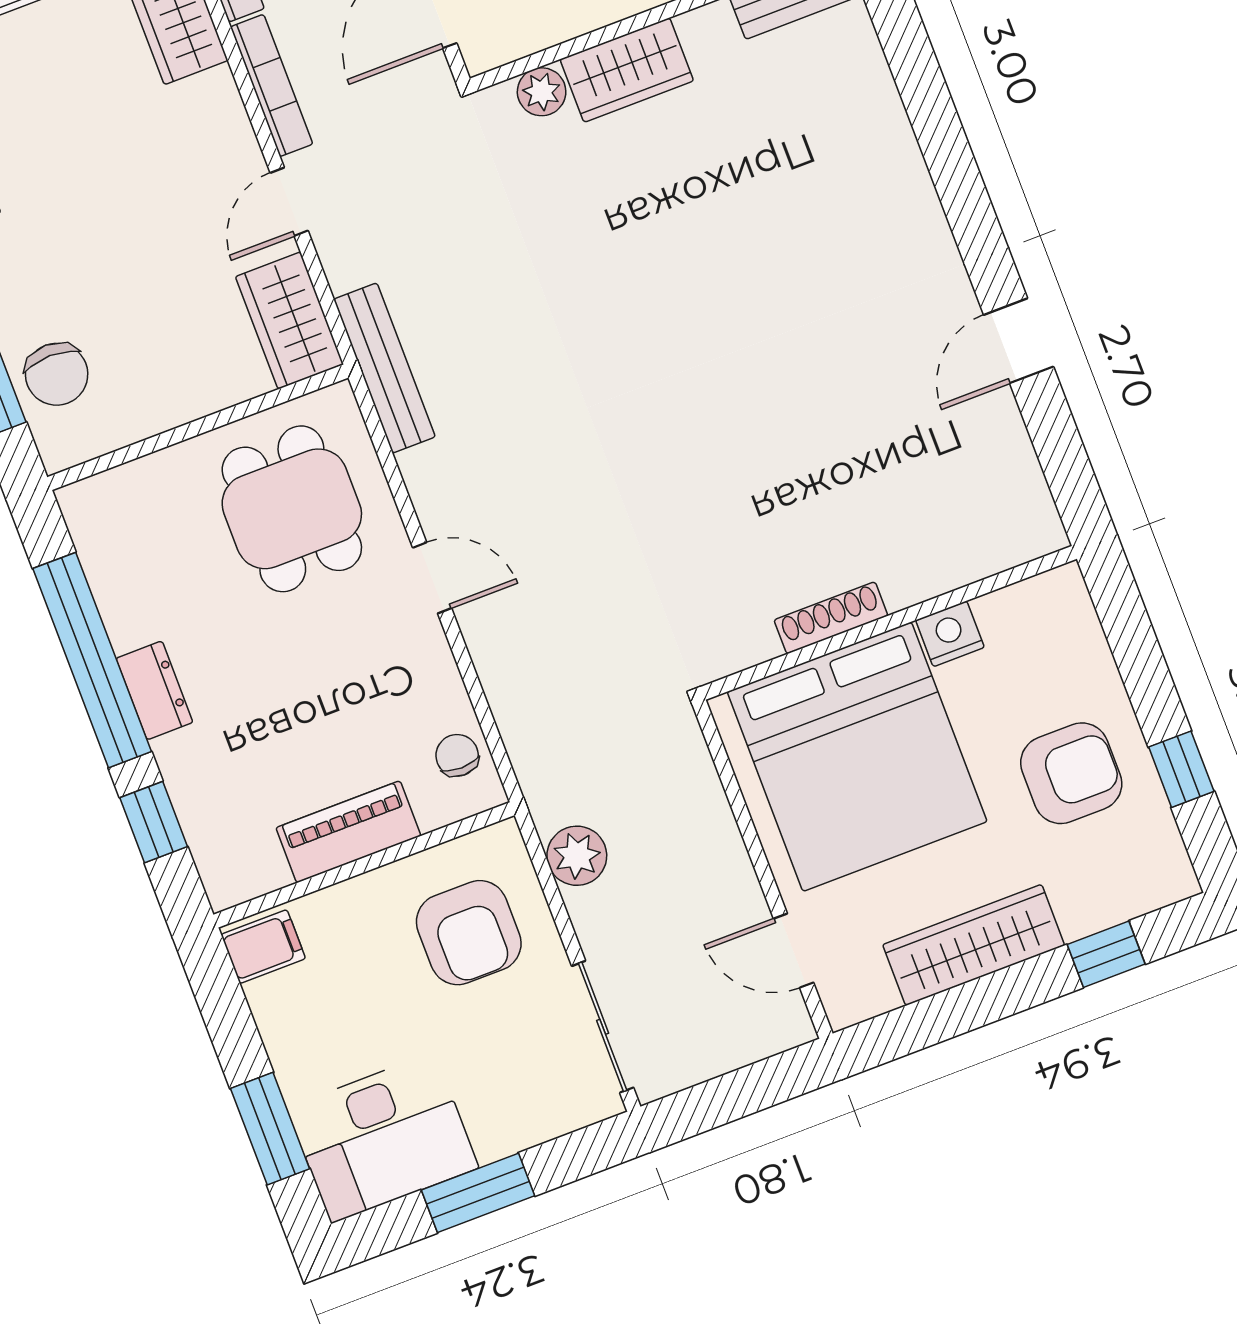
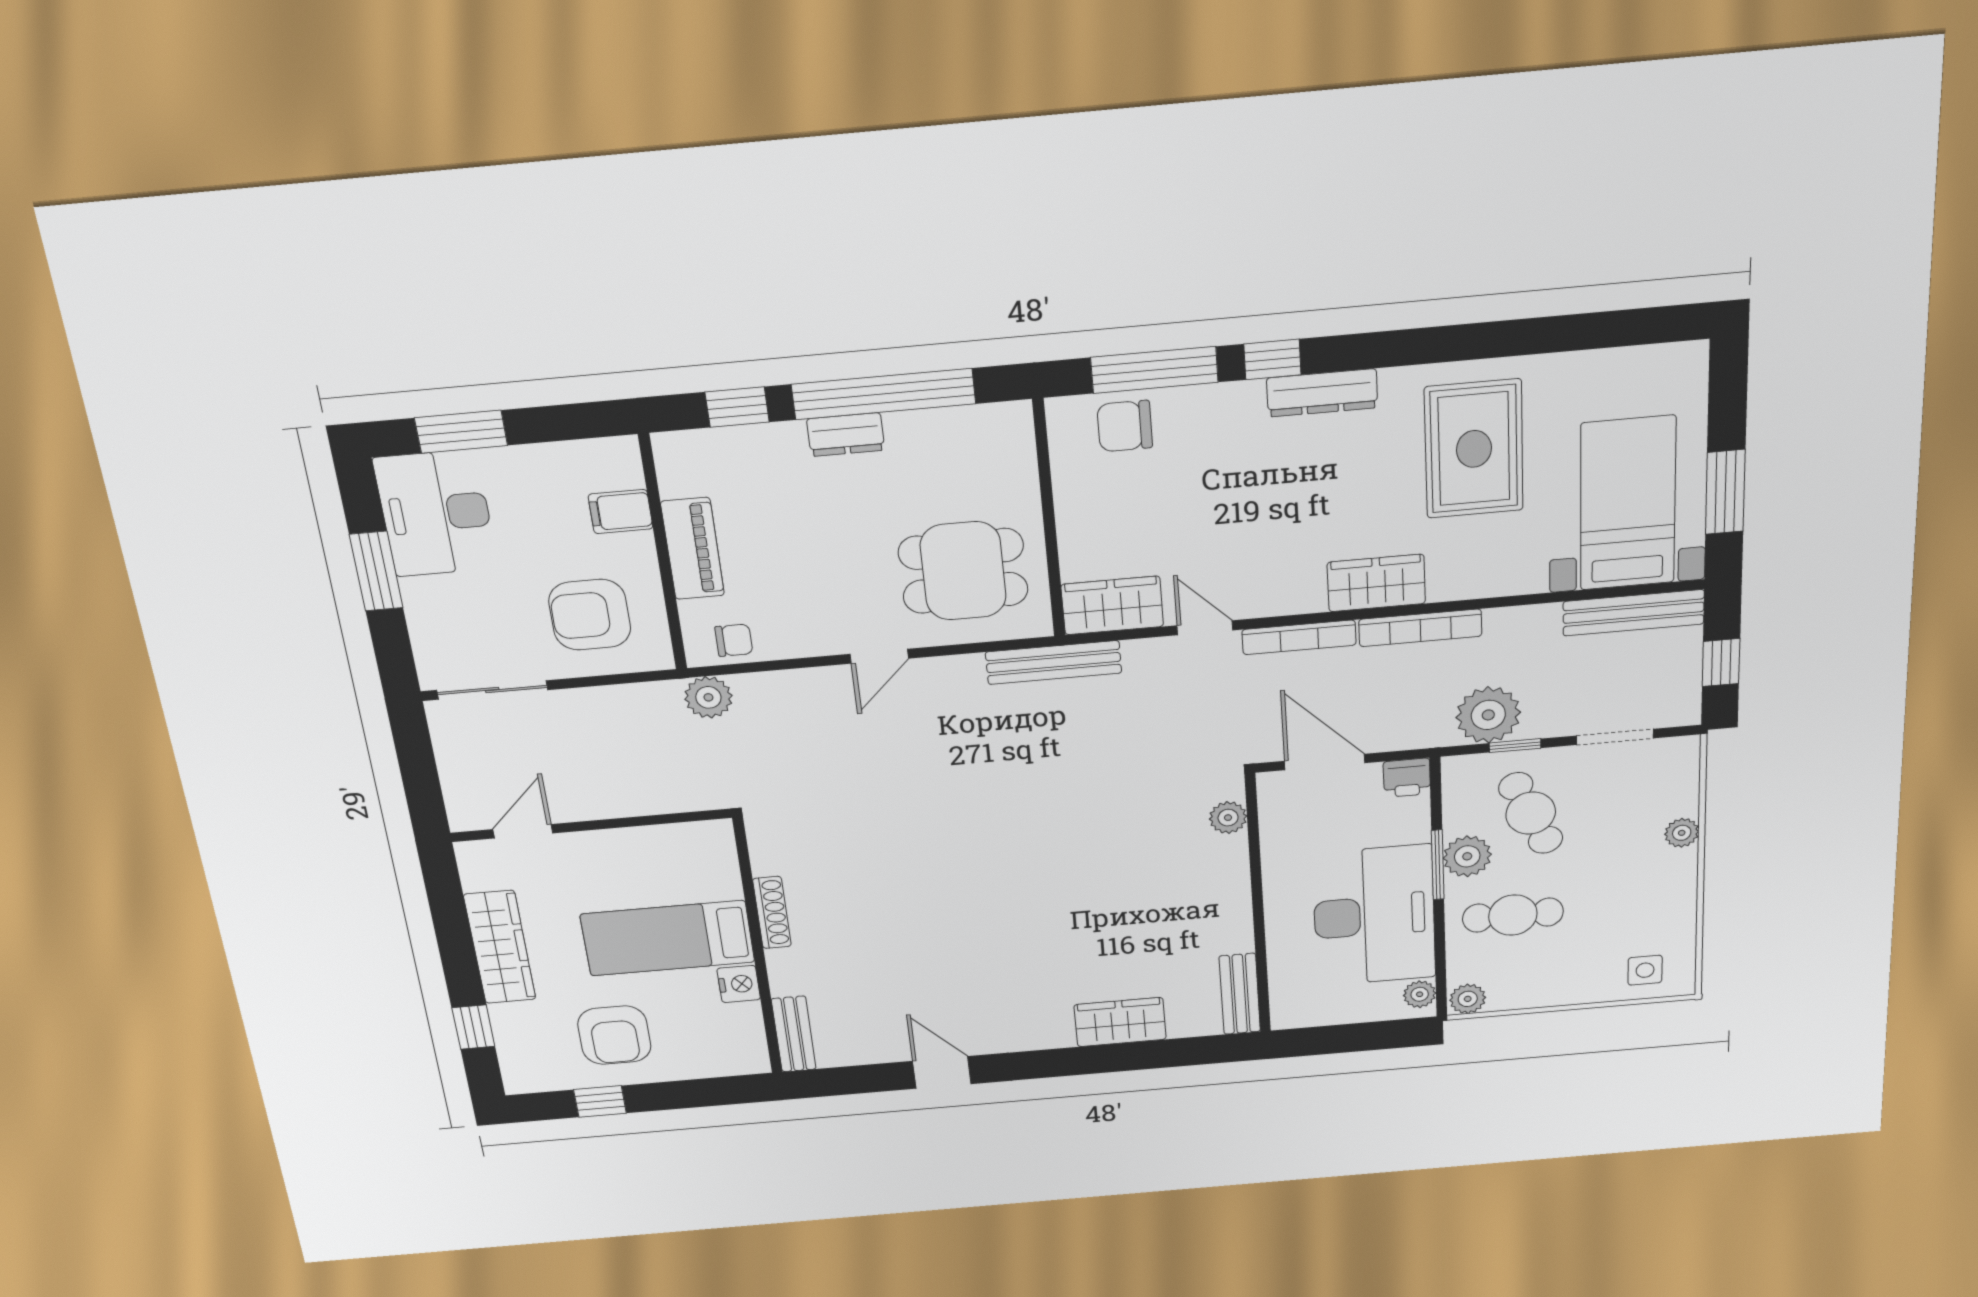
wardrobe: (627, 70) -> (1120, 1022), moved, turned 90
bench: (1009, 546) -> (794, 1034), added
bed: (857, 757) -> (668, 938), width x0.49
plant: (577, 856) -> (708, 697), moved
filing cabinet: (263, 947) -> (621, 512), moved, turned 90

